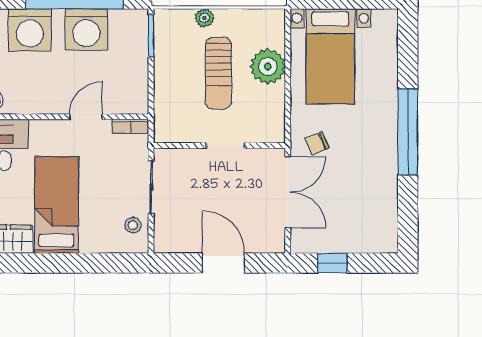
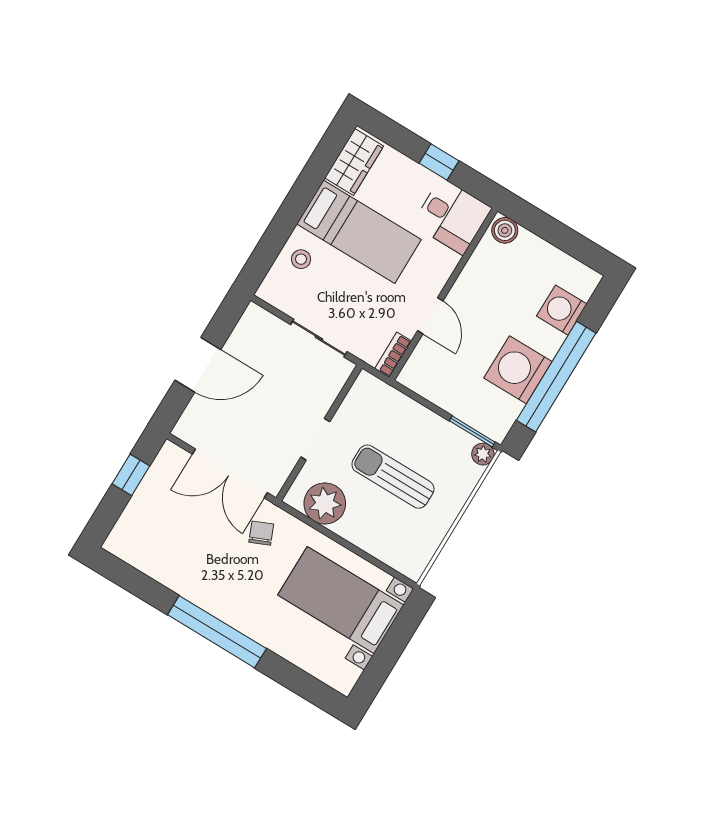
plant: (204, 18) -> (483, 454), moved
washing machine: (30, 30) -> (562, 310), width x0.73, depth x0.73
plant: (268, 66) -> (325, 503), moved
stool: (133, 225) -> (301, 259), moved

